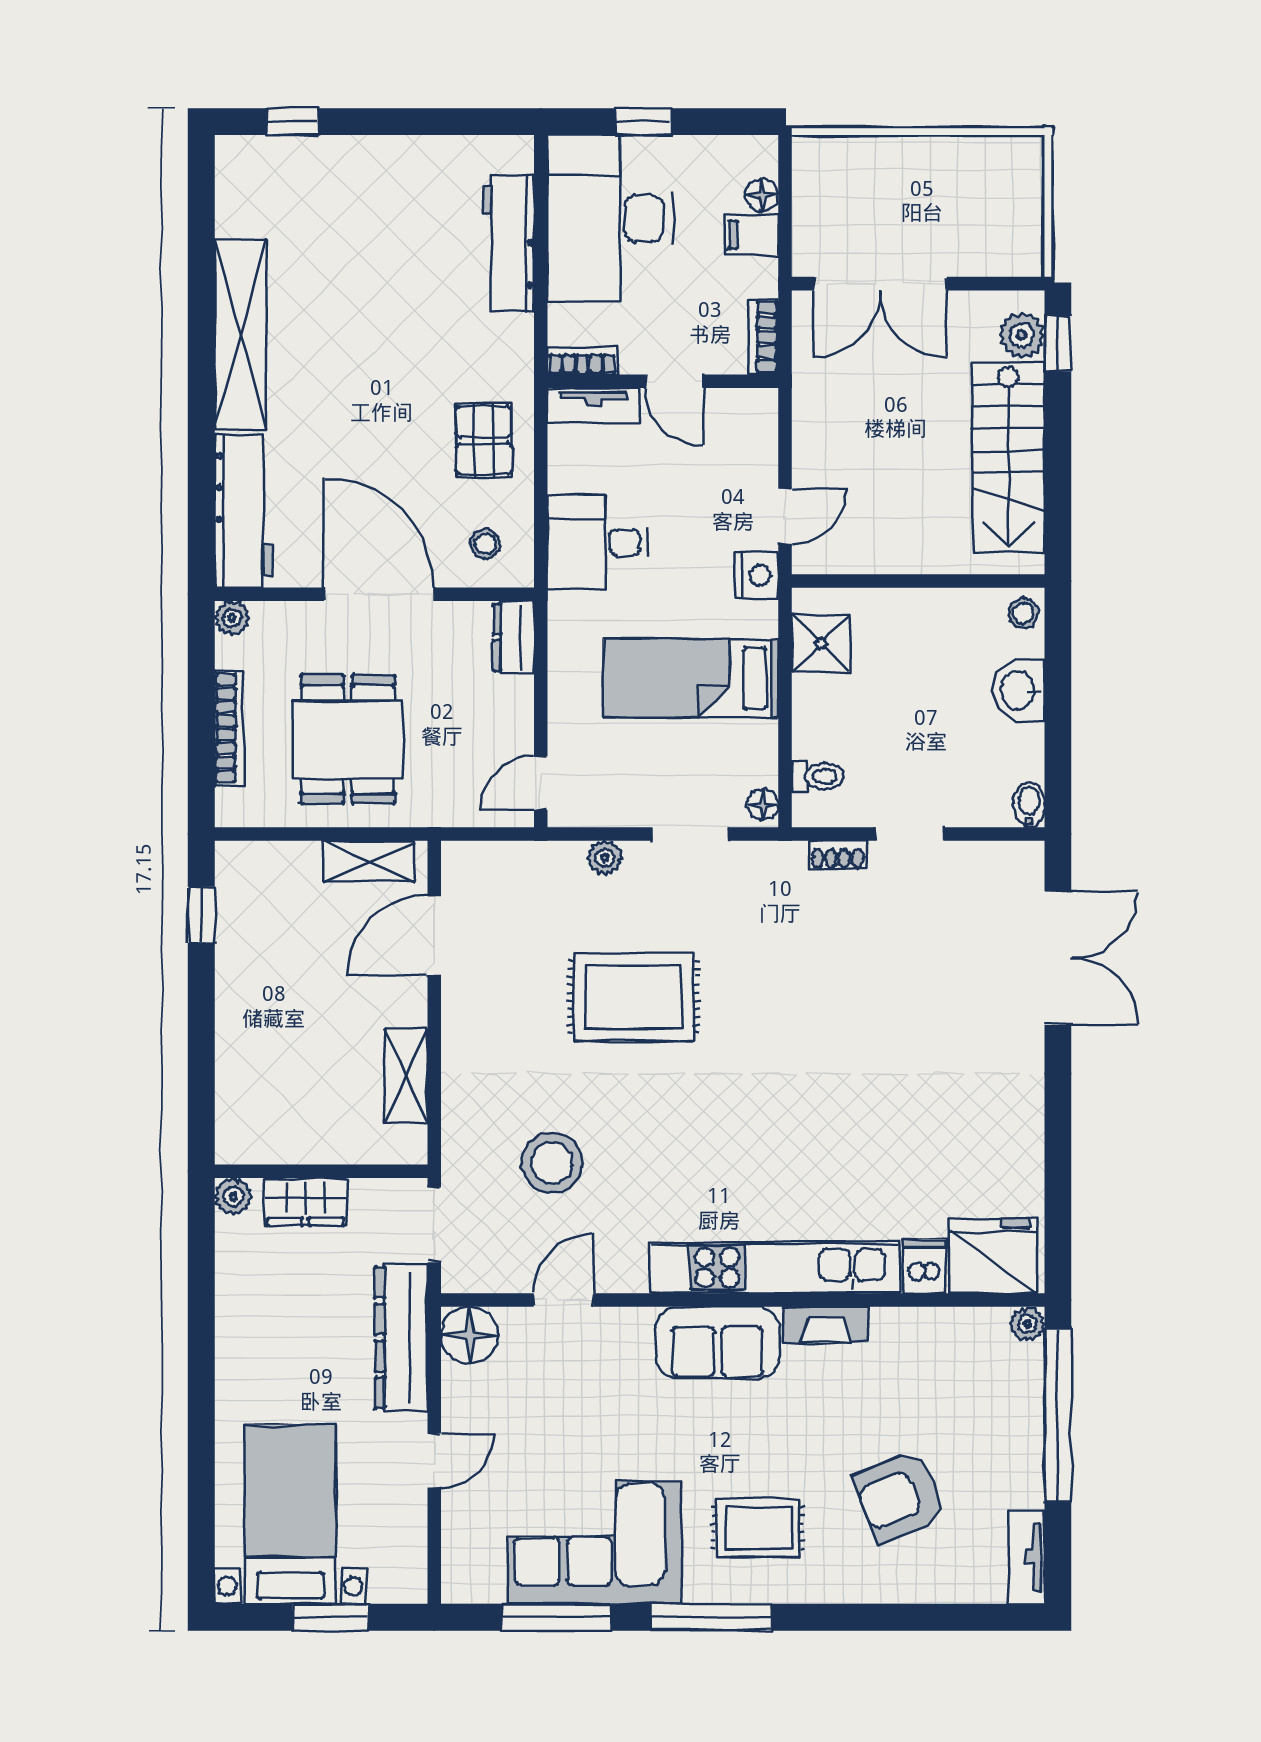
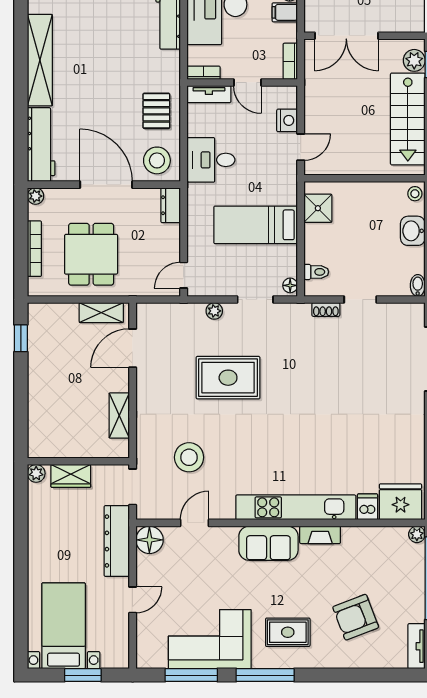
stool: (485, 544) -> (157, 160), width x1.89, depth x1.89
nightstand: (757, 576) -> (287, 120), moved

